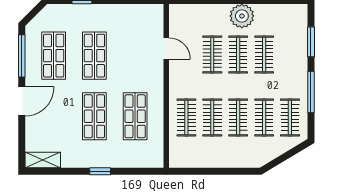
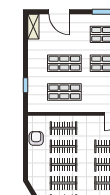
door: (22, 101) -> (59, 12), moved
armchair: (201, 156) -> (36, 138), added
window: (100, 171) -> (25, 85), moved

